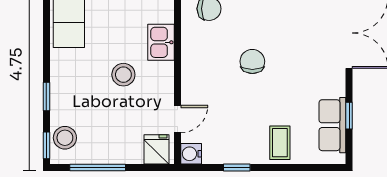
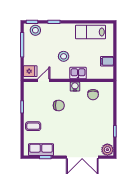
chair: (252, 61) -> (59, 105), moved
door: (177, 119) -> (44, 80), swing flipped
water cooler: (191, 154) -> (75, 87), moved

